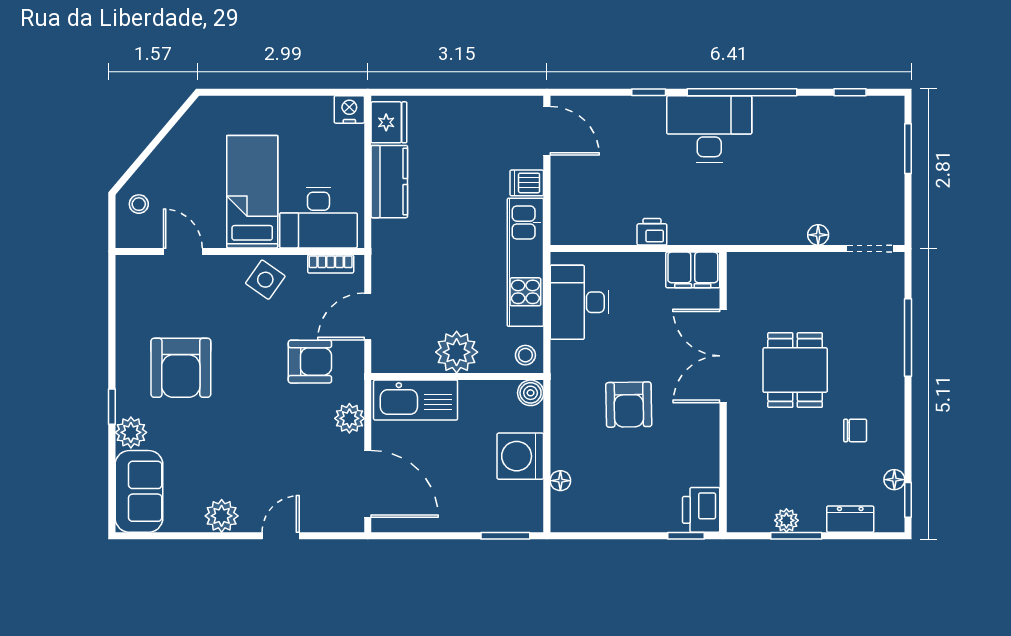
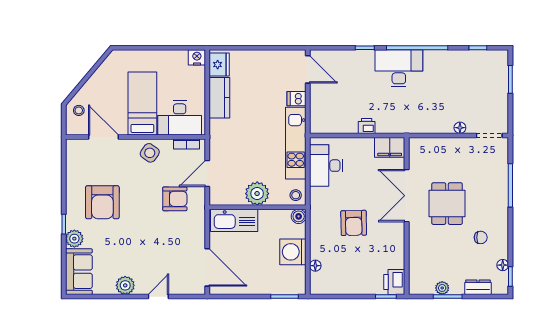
door: (183, 251) -> (104, 137), width x1.38
plant: (349, 418) -> (197, 231), removed

